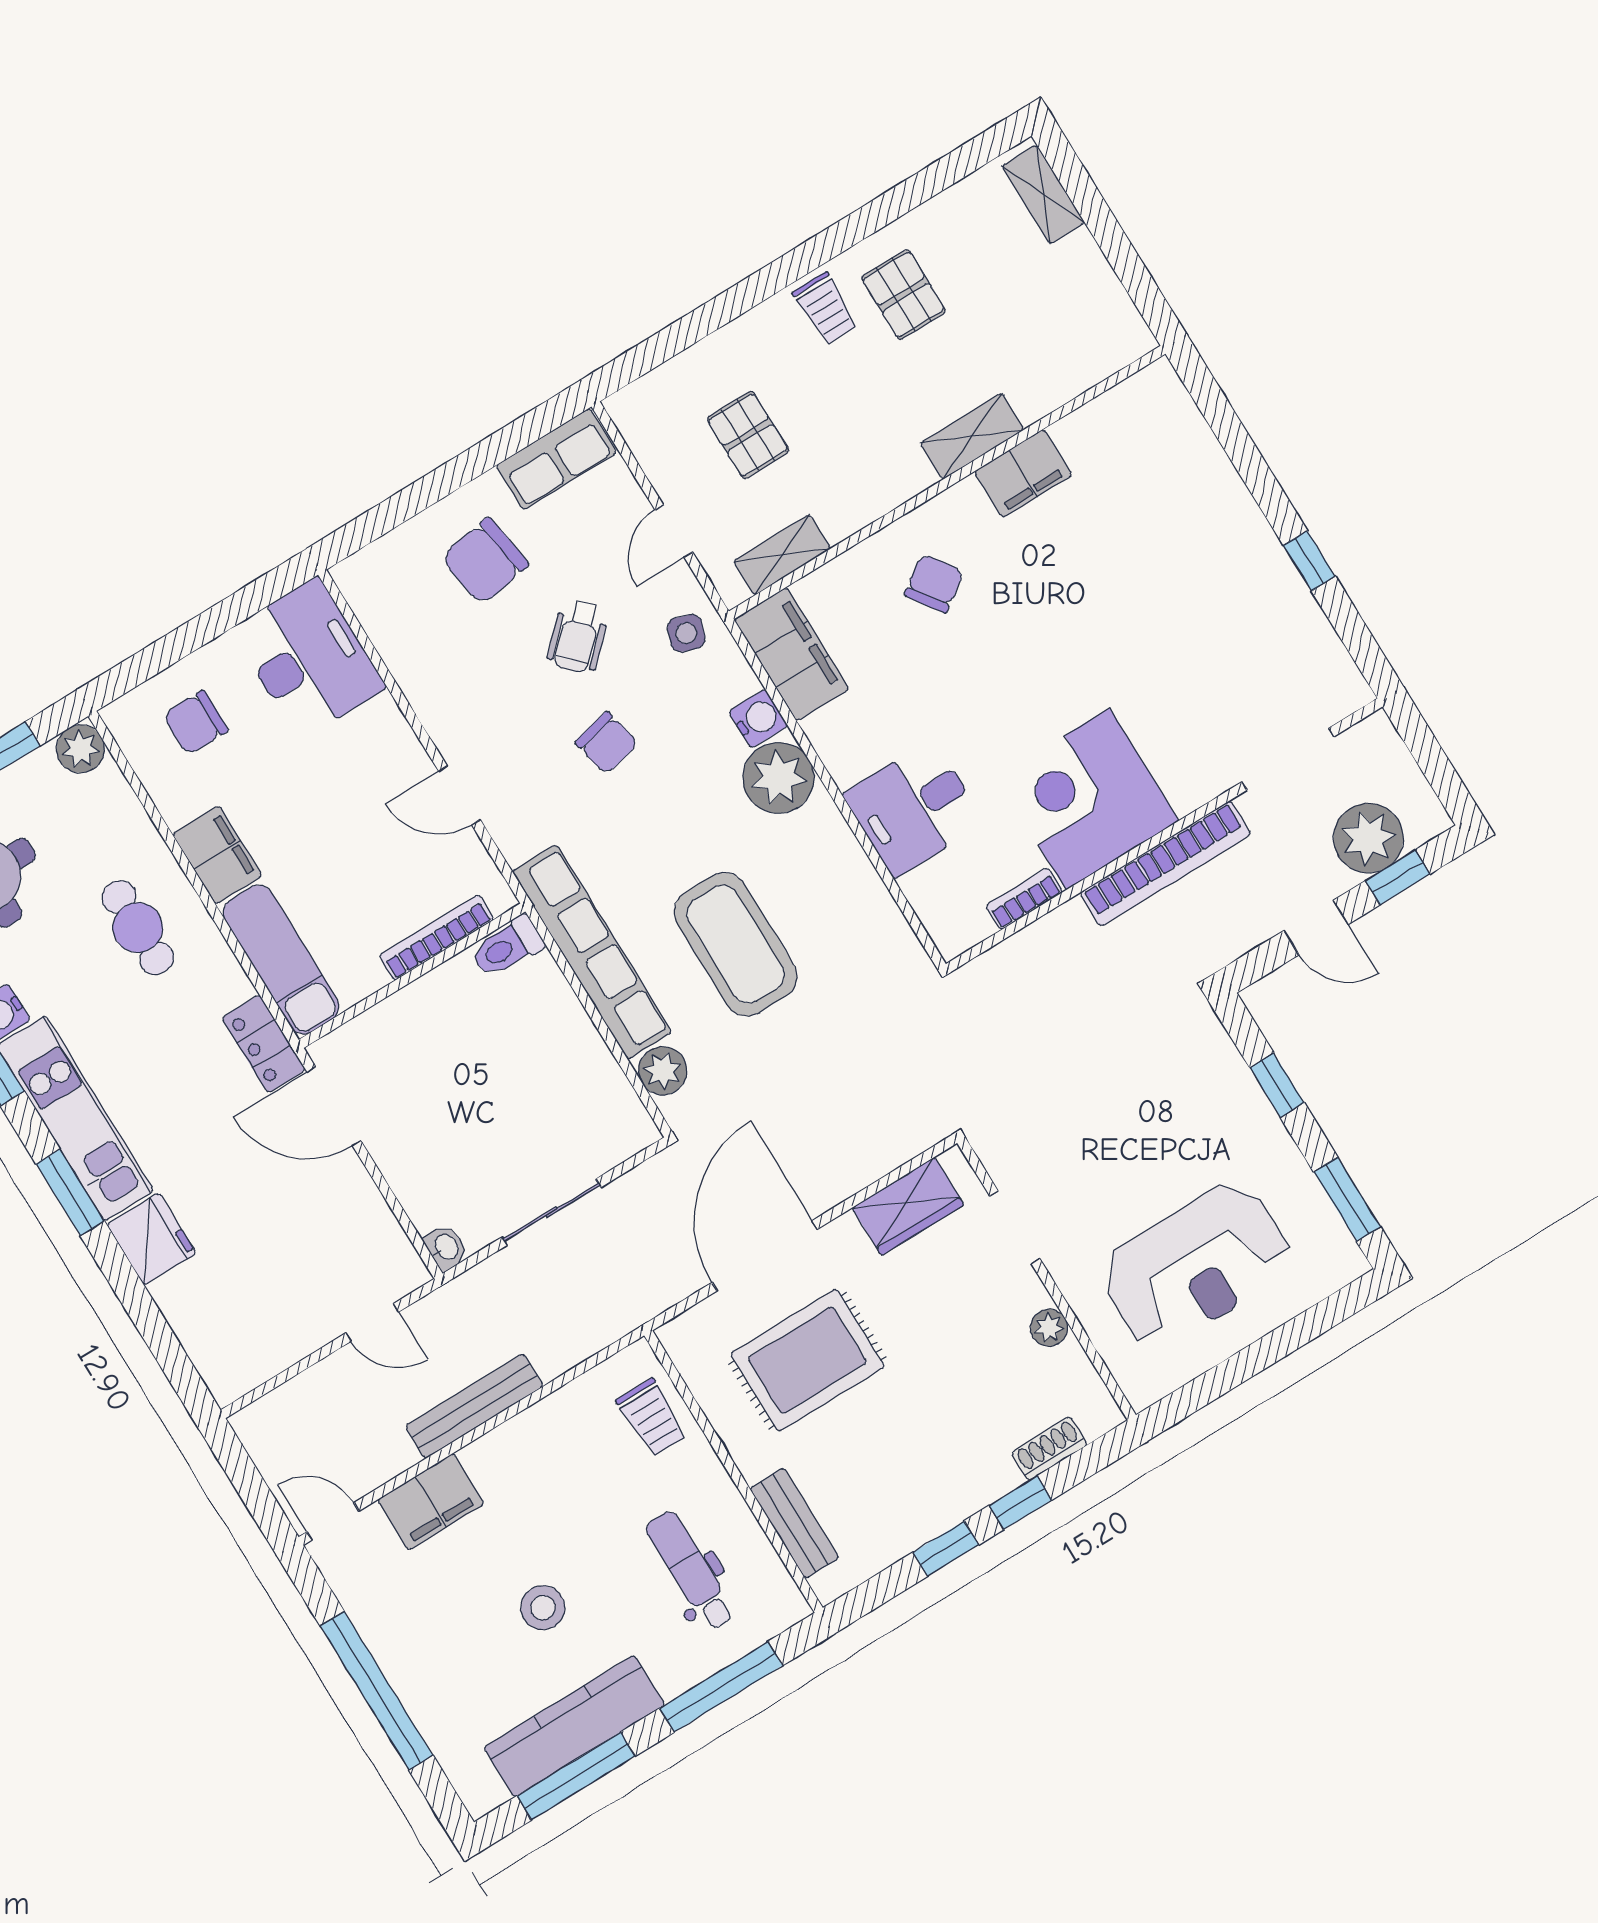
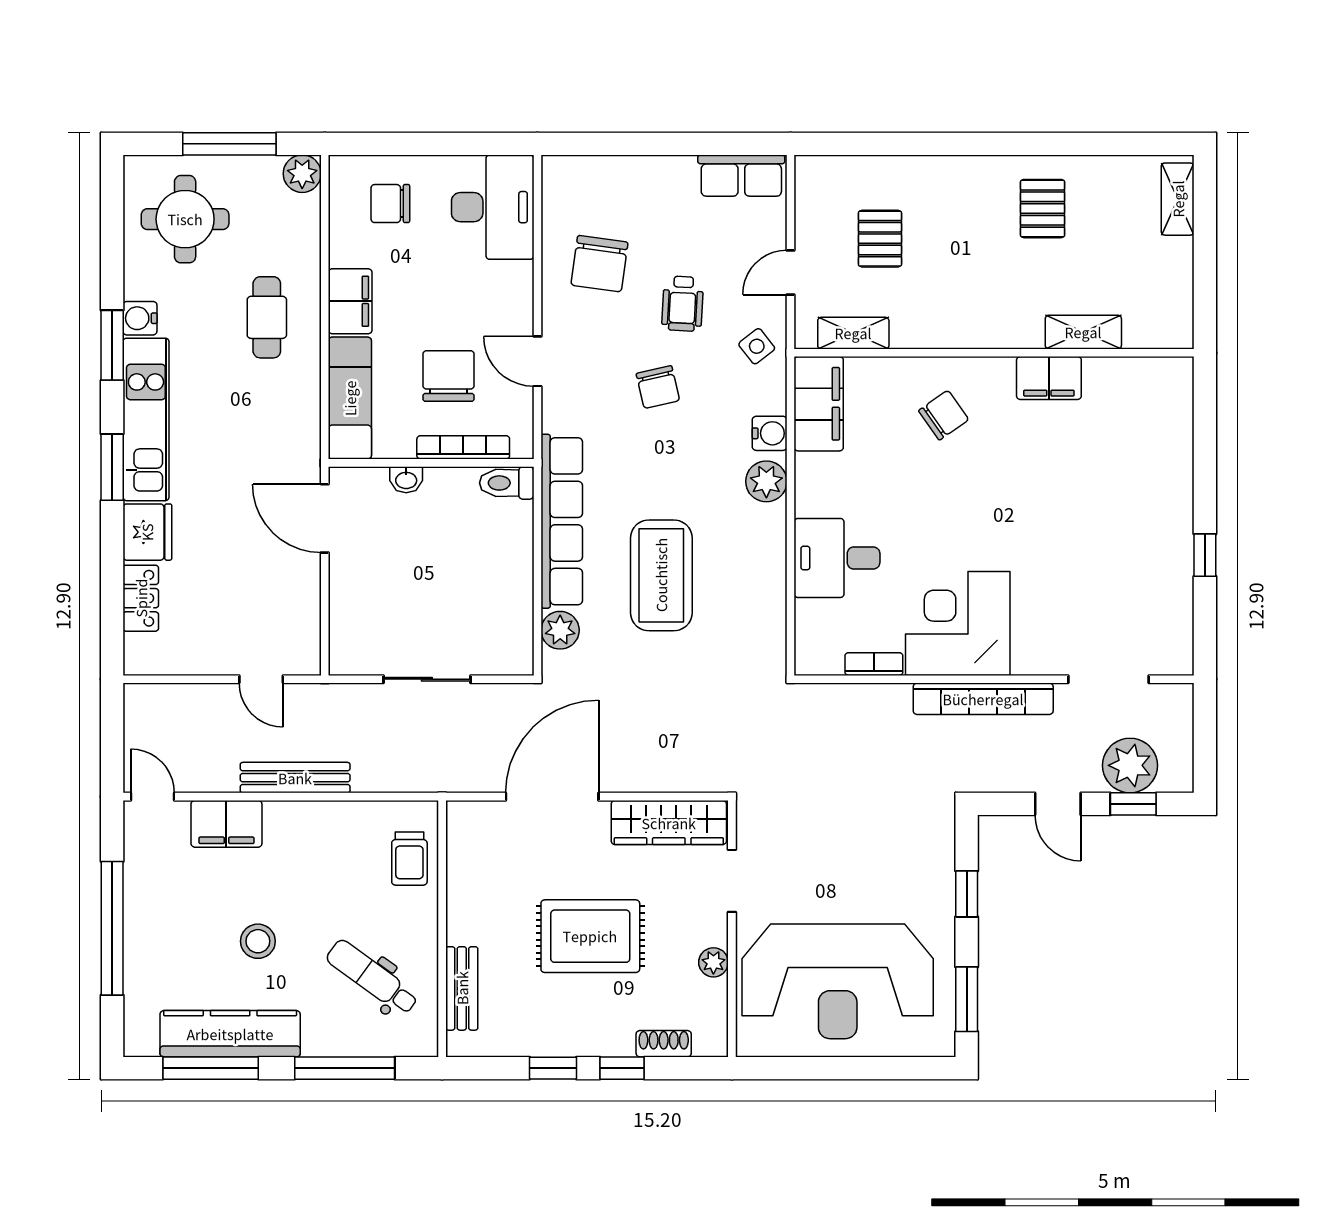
trolley: (826, 309) -> (984, 186), removed
shelving: (972, 436) -> (1083, 332), moved
chair: (485, 561) -> (599, 264), moved, turned -73
side table: (686, 633) -> (757, 346), turned 33
wheelchair: (578, 636) -> (683, 304), turned -43
plant: (779, 778) -> (766, 481), width x0.73, depth x0.73
chair: (373, 870) -> (449, 376), added
locker: (264, 1044) -> (141, 598), moved, turned 180
wardrobe: (908, 1206) -> (669, 823), width x1.50
washbasin: (446, 1247) -> (406, 480), moved, turned 90
reception desk: (1196, 1266) -> (838, 981), width x1.36, depth x1.30
rug: (807, 1360) -> (590, 936), moved
dental chair: (690, 1571) -> (372, 977), turned -54

